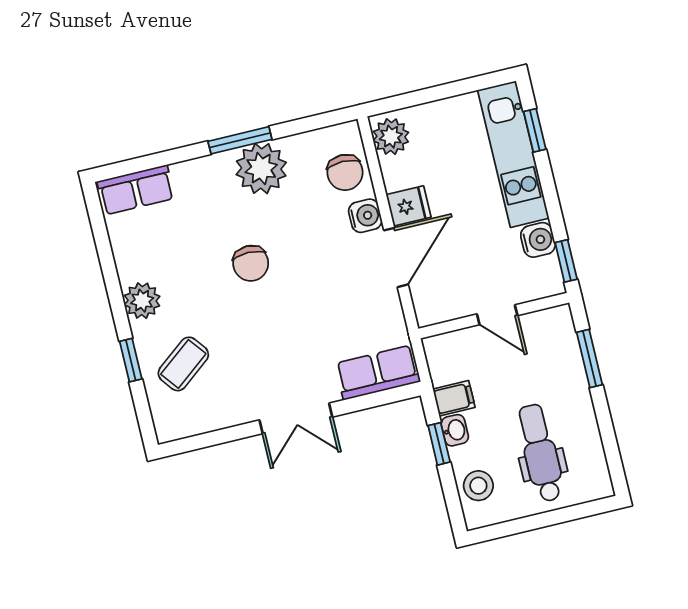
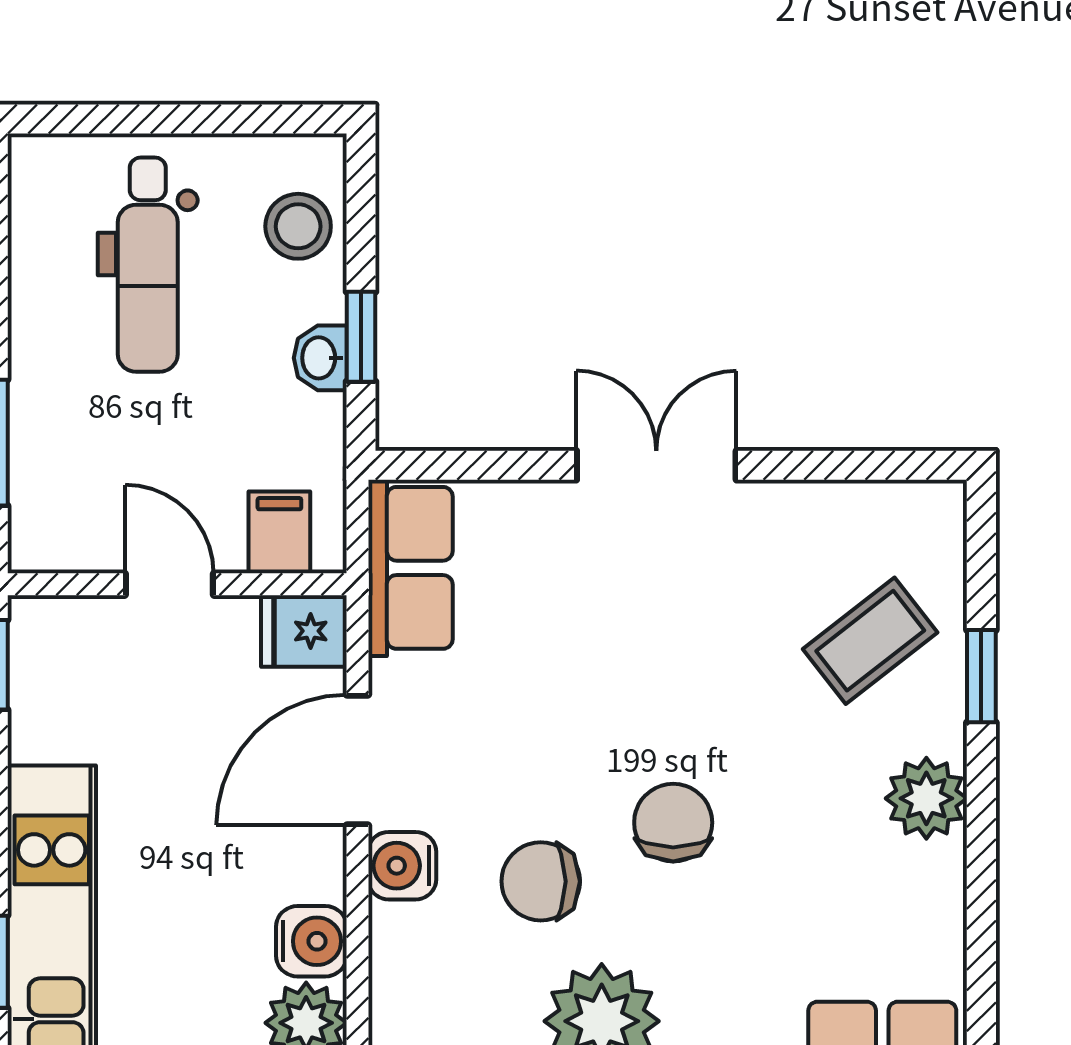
chair: (345, 172) -> (541, 881), moved, turned -90
fridge: (409, 206) -> (304, 631), moved
water cooler: (538, 240) -> (311, 941), moved, turned 180
row of seats: (378, 373) -> (410, 568), moved, turned -90
filing cabinet: (454, 398) -> (279, 532), moved, turned 90

